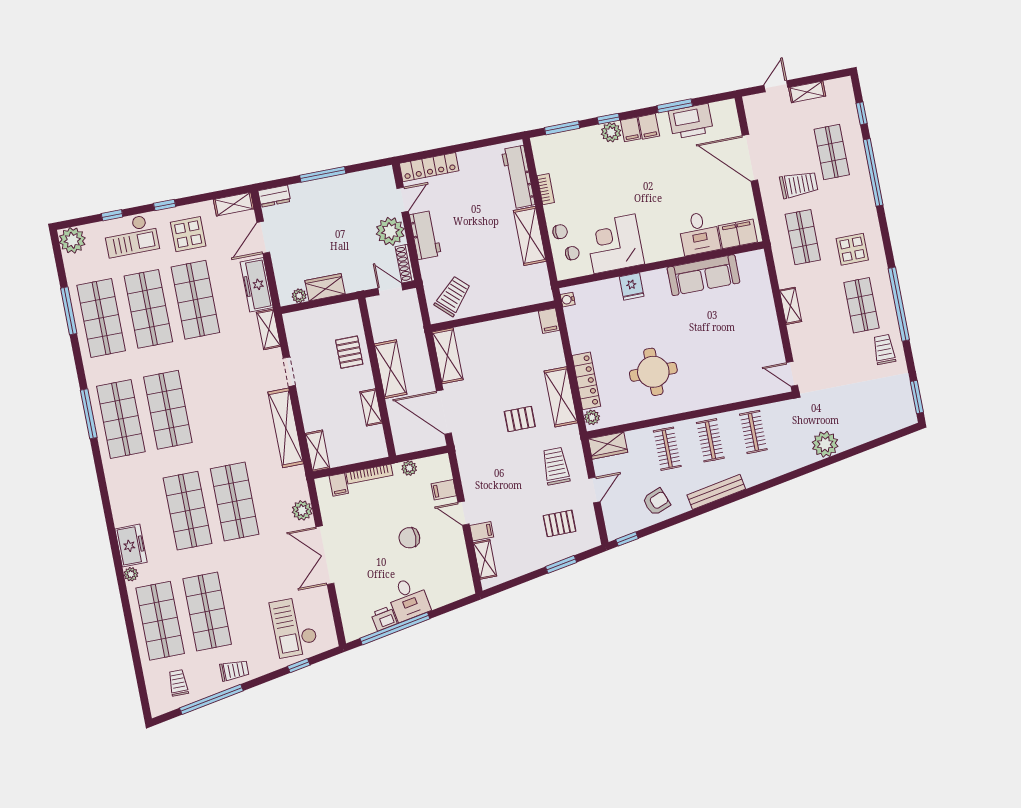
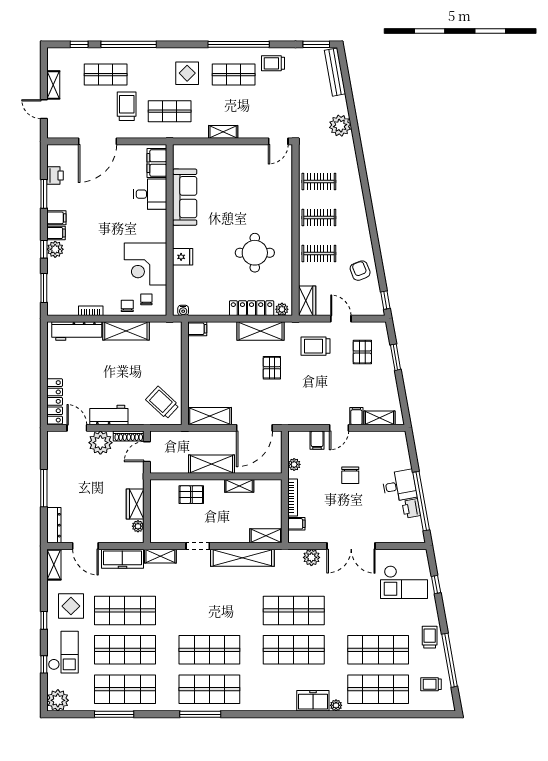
printer: (691, 121) -> (55, 176), width x0.53, depth x0.68
dresser: (274, 196) -> (54, 525), width x1.44
bench: (716, 492) -> (335, 72), moved

